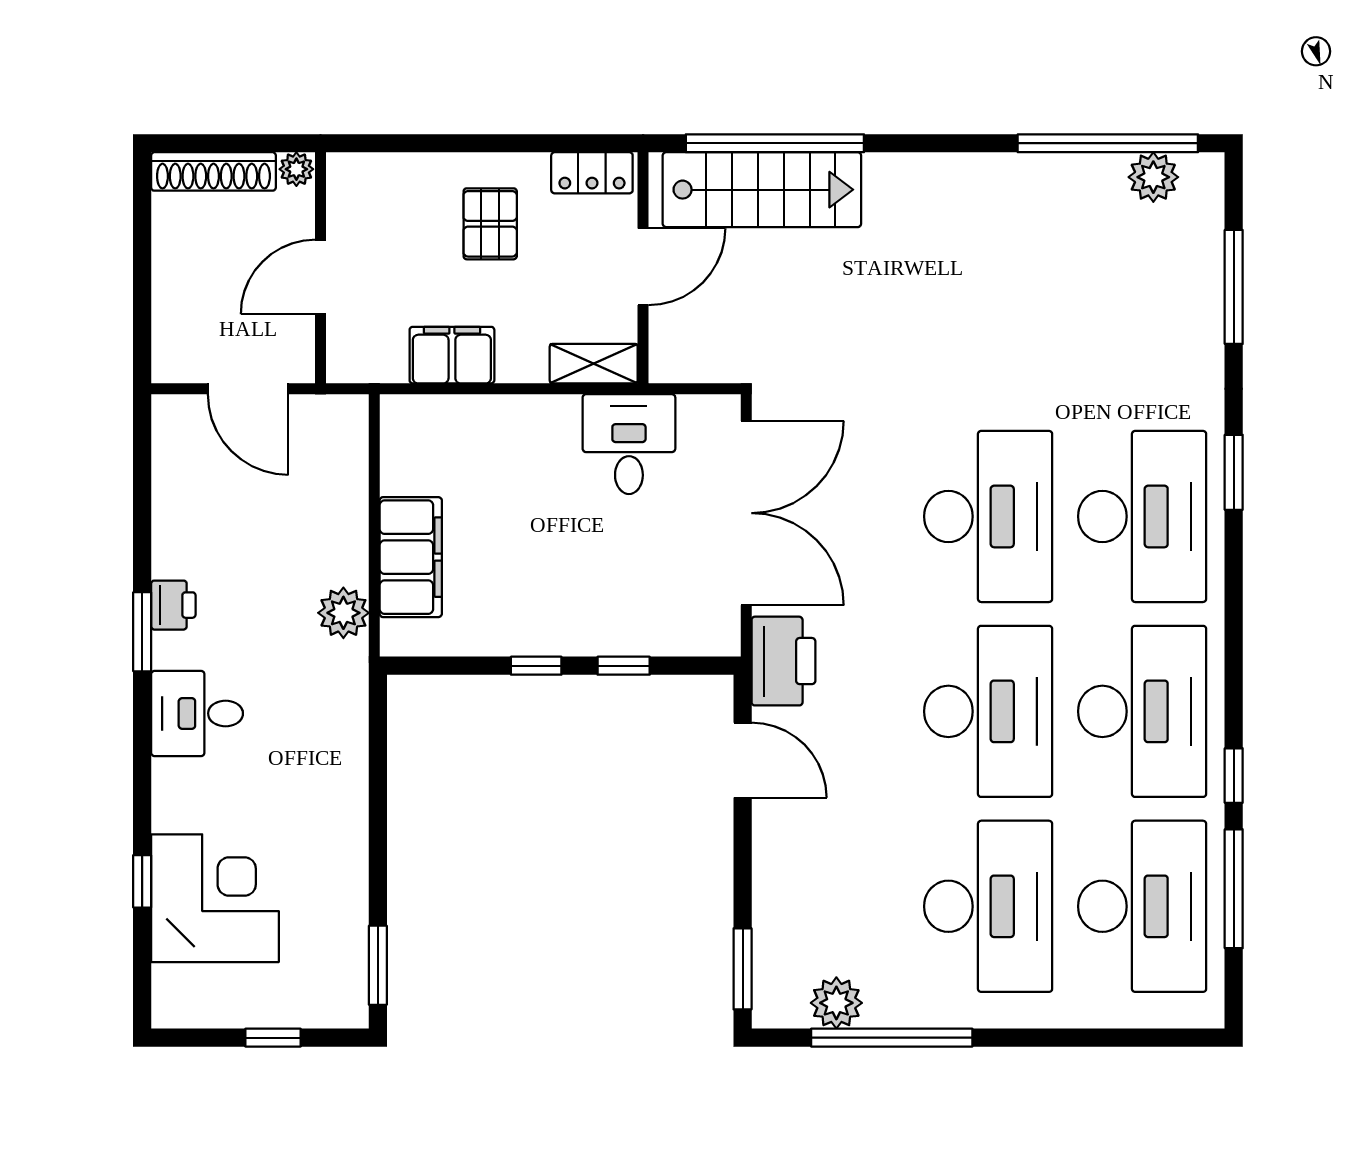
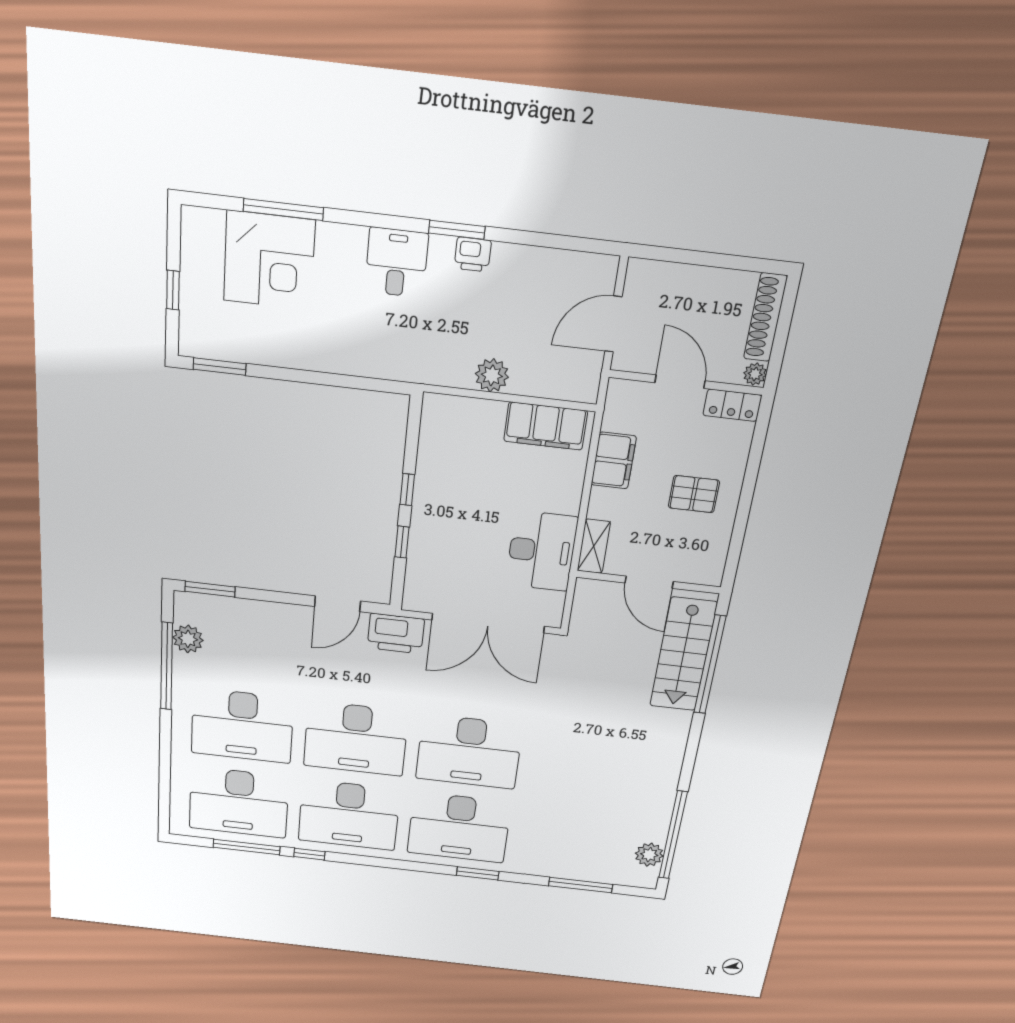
locker: (592, 173) -> (732, 405), moved, turned -90
desk: (629, 444) -> (542, 551), width x1.37
filing cabinet: (411, 557) -> (546, 426), moved
plant: (343, 613) -> (492, 375), moved
window: (142, 881) -> (283, 209), width x2.17

